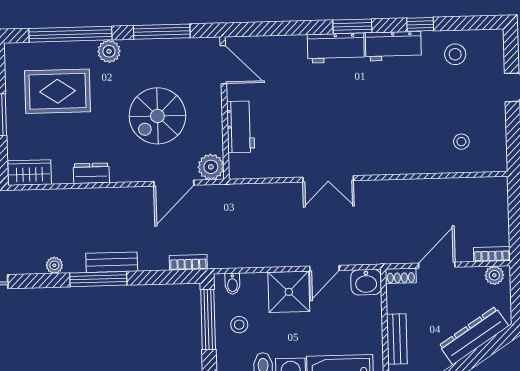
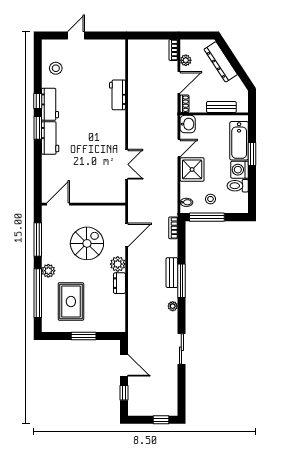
window: (420, 24) -> (38, 101), moved
spiral stairs: (157, 116) -> (87, 243), turned -90
workbench: (241, 127) -> (118, 95), moved, turned -90
stool: (461, 142) -> (107, 66), removed
plant: (211, 167) -> (118, 264), moved
wardrobe: (30, 173) -> (118, 319), removed
double door: (328, 179) -> (127, 164), moved
door: (174, 183) -> (127, 235), hinge flipped
door: (437, 265) -> (179, 82), swing flipped
door: (324, 268) -> (179, 148), hinge flipped
plant: (494, 275) -> (186, 60), moved

